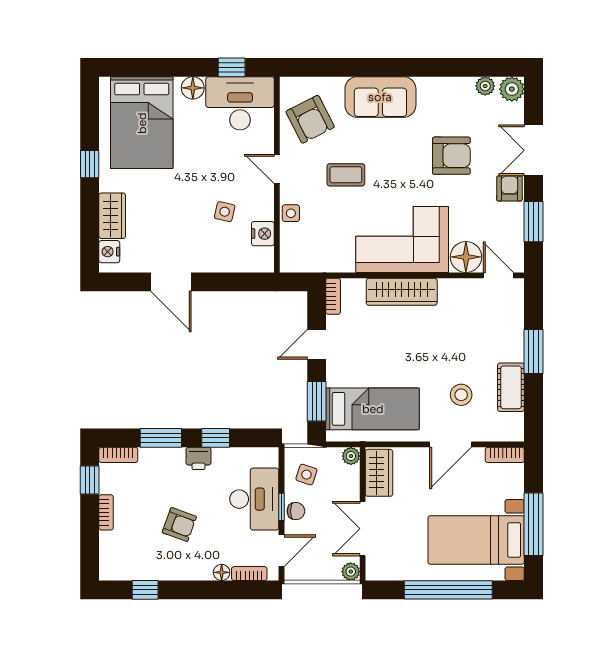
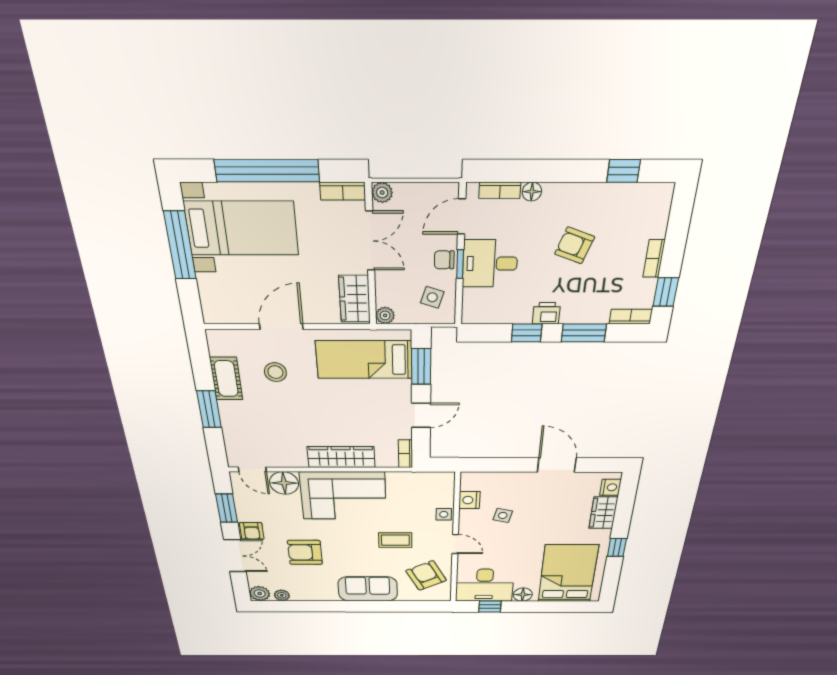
bookcase: (505, 455) -> (343, 191), moved, turned 180
desk: (254, 499) -> (490, 264), width x0.73

